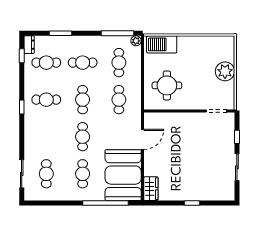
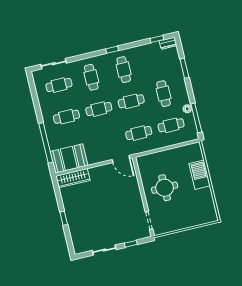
plant: (136, 41) -> (187, 109), moved
barbecue: (162, 44) -> (200, 175), moved
cafe table: (46, 63) -> (91, 77), moved
plant: (225, 71) -> (185, 220), removed
round table: (167, 85) -> (165, 188), moved
door: (142, 139) -> (121, 159), moved
booth: (123, 175) -> (69, 158), width x0.73, depth x0.70
wardrobe: (151, 189) -> (73, 178), width x1.50

